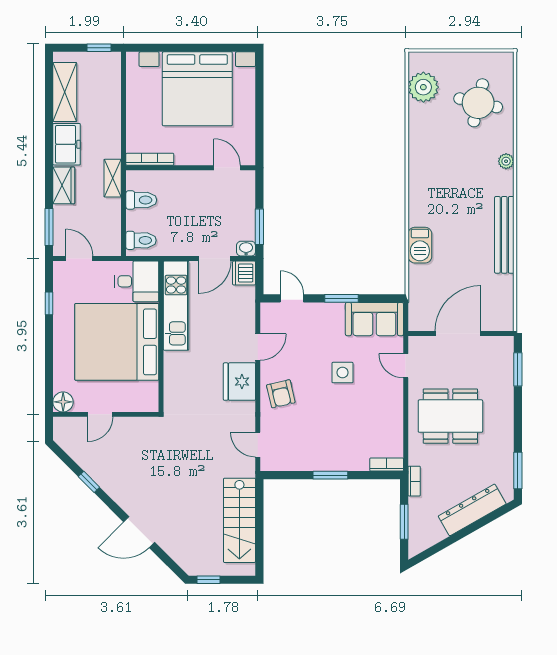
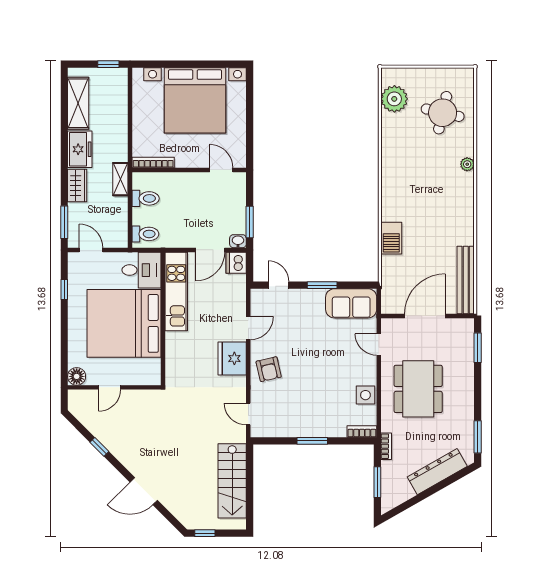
bench: (504, 235) -> (466, 280), moved
side table: (343, 373) -> (365, 395), moved
dining table: (450, 416) -> (418, 389), turned 90

